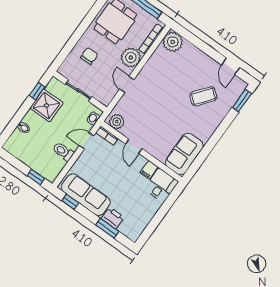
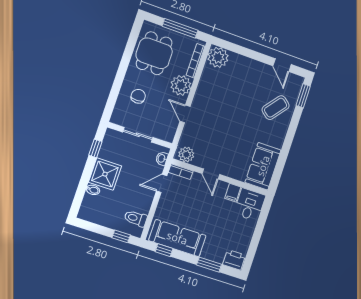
coffee table: (203, 96) -> (276, 108), moved
shower: (46, 105) -> (105, 174), moved
toilet: (63, 152) -> (136, 218), moved
printer: (113, 218) -> (234, 260), moved

